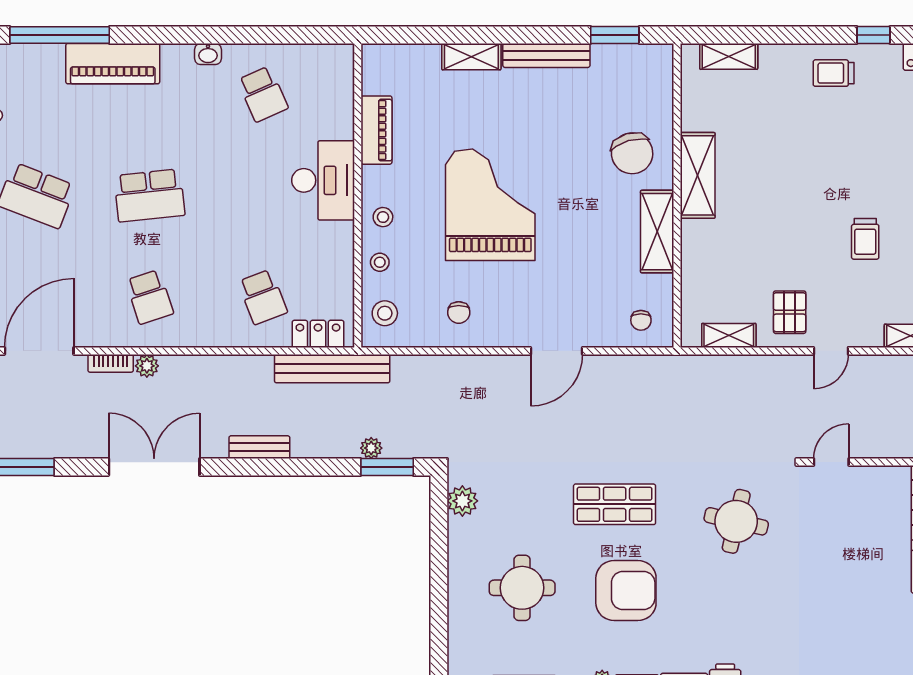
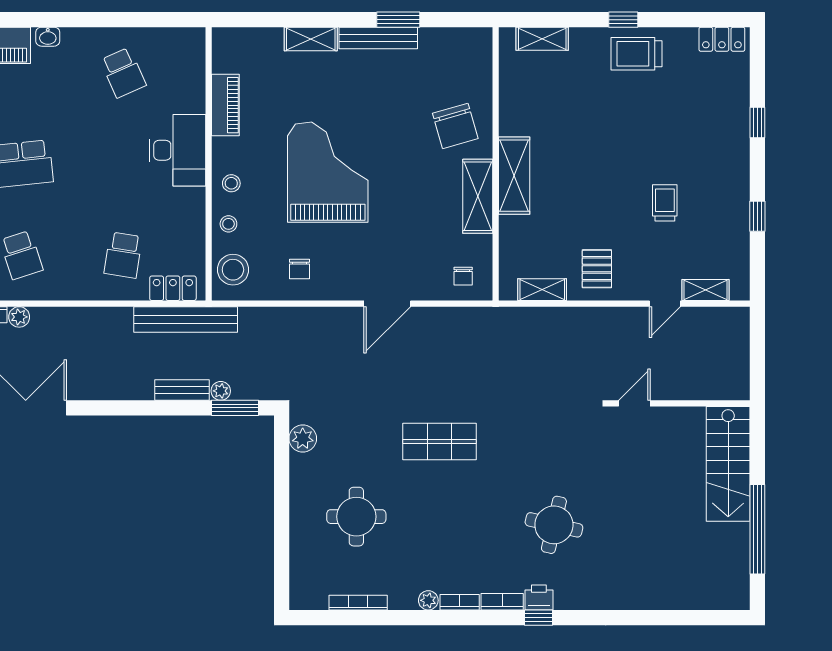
window: (615, 35) -> (398, 20), moved
window: (873, 35) -> (623, 20), moved
washbasin: (208, 54) -> (48, 37), moved
trolley: (834, 73) -> (636, 54), width x1.36, depth x1.39
shelving: (698, 175) -> (514, 176), moved
trolley: (865, 239) -> (665, 203), turned 180
school desk: (263, 297) -> (123, 255), turned 30
stool: (385, 313) -> (233, 270), width x1.38, depth x1.38
door: (831, 351) -> (665, 304), moved
bench: (259, 447) -> (182, 390), moved
round table: (736, 521) -> (554, 525), moved
armchair: (626, 590) -> (450, 519), removed

